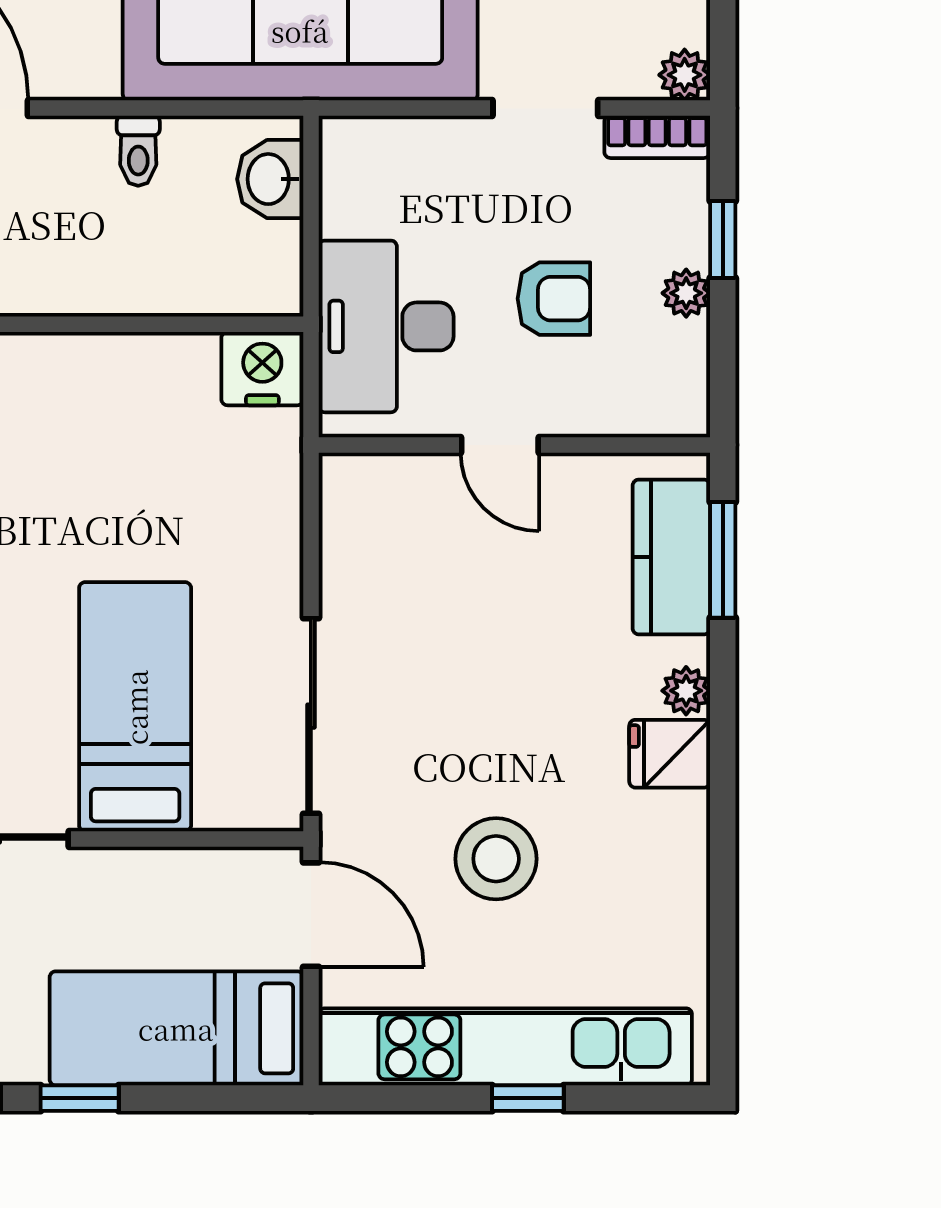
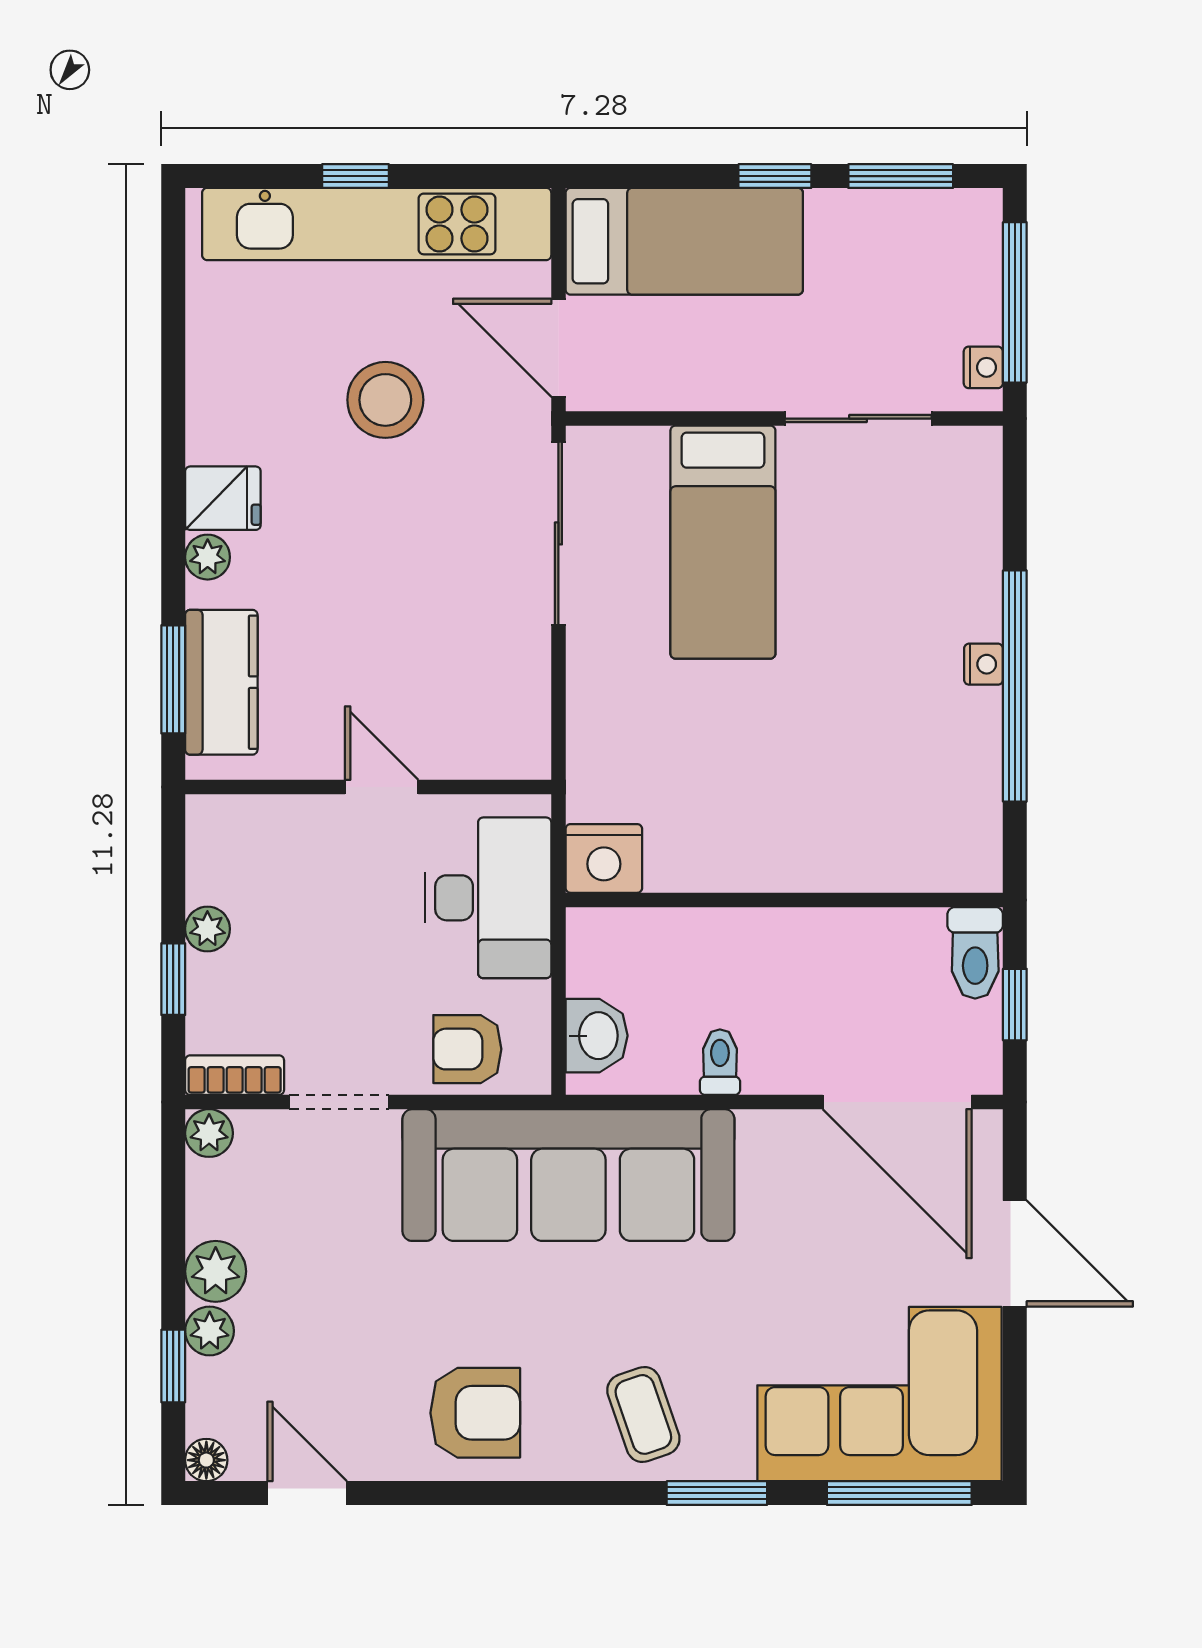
armchair: (554, 299) -> (467, 1049), moved

